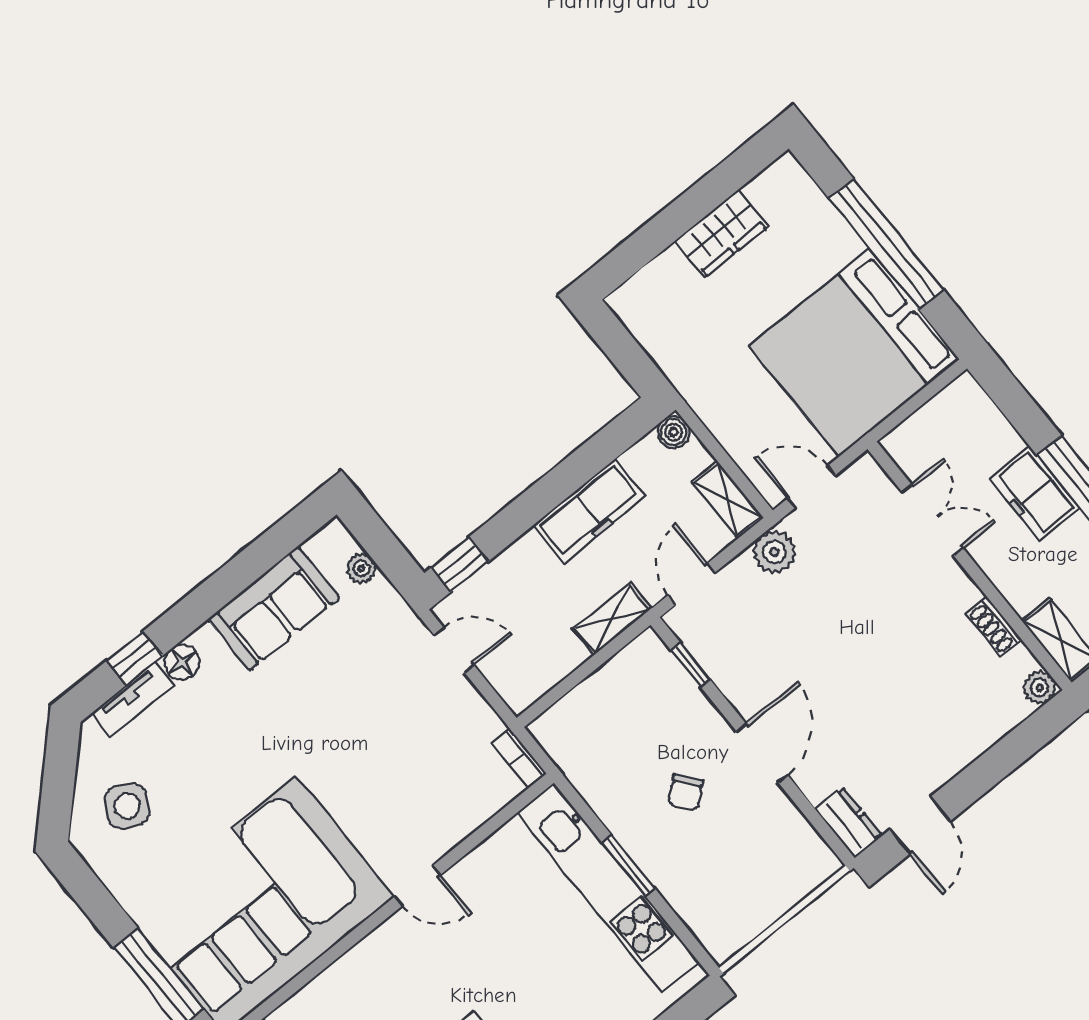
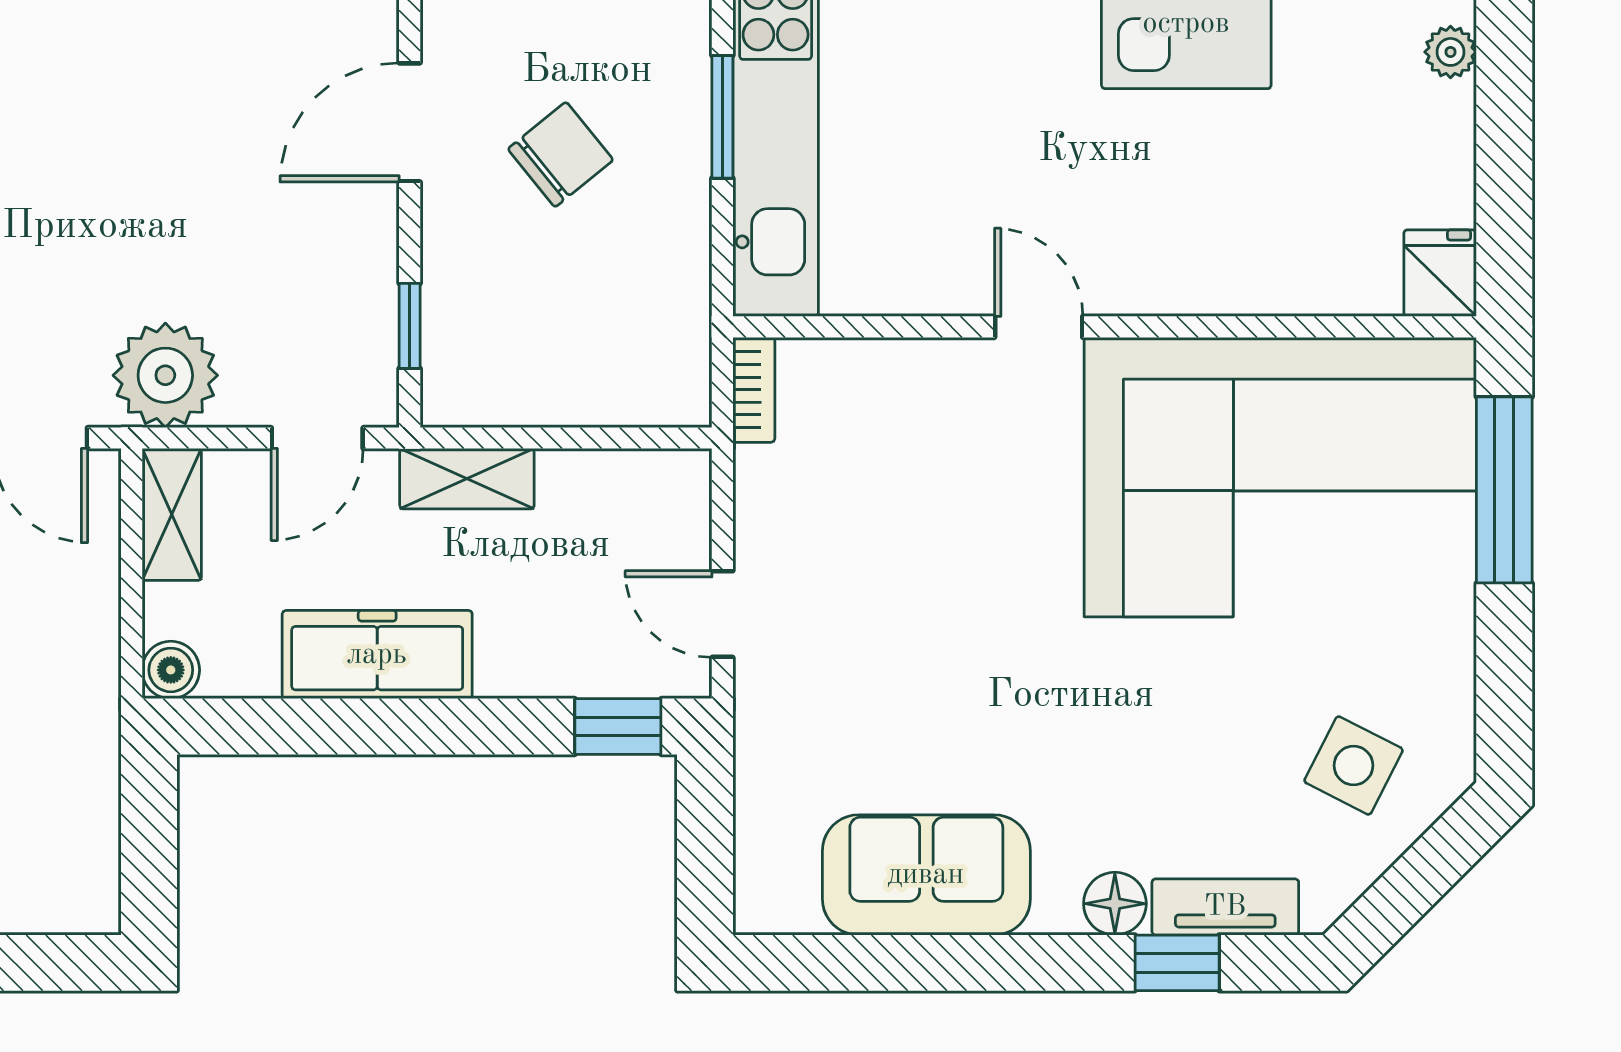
plant: (774, 552) -> (165, 375), width x1.36, depth x1.36
plant: (361, 568) -> (759, 832), removed
chair: (685, 792) -> (561, 154), width x1.37, depth x1.37

